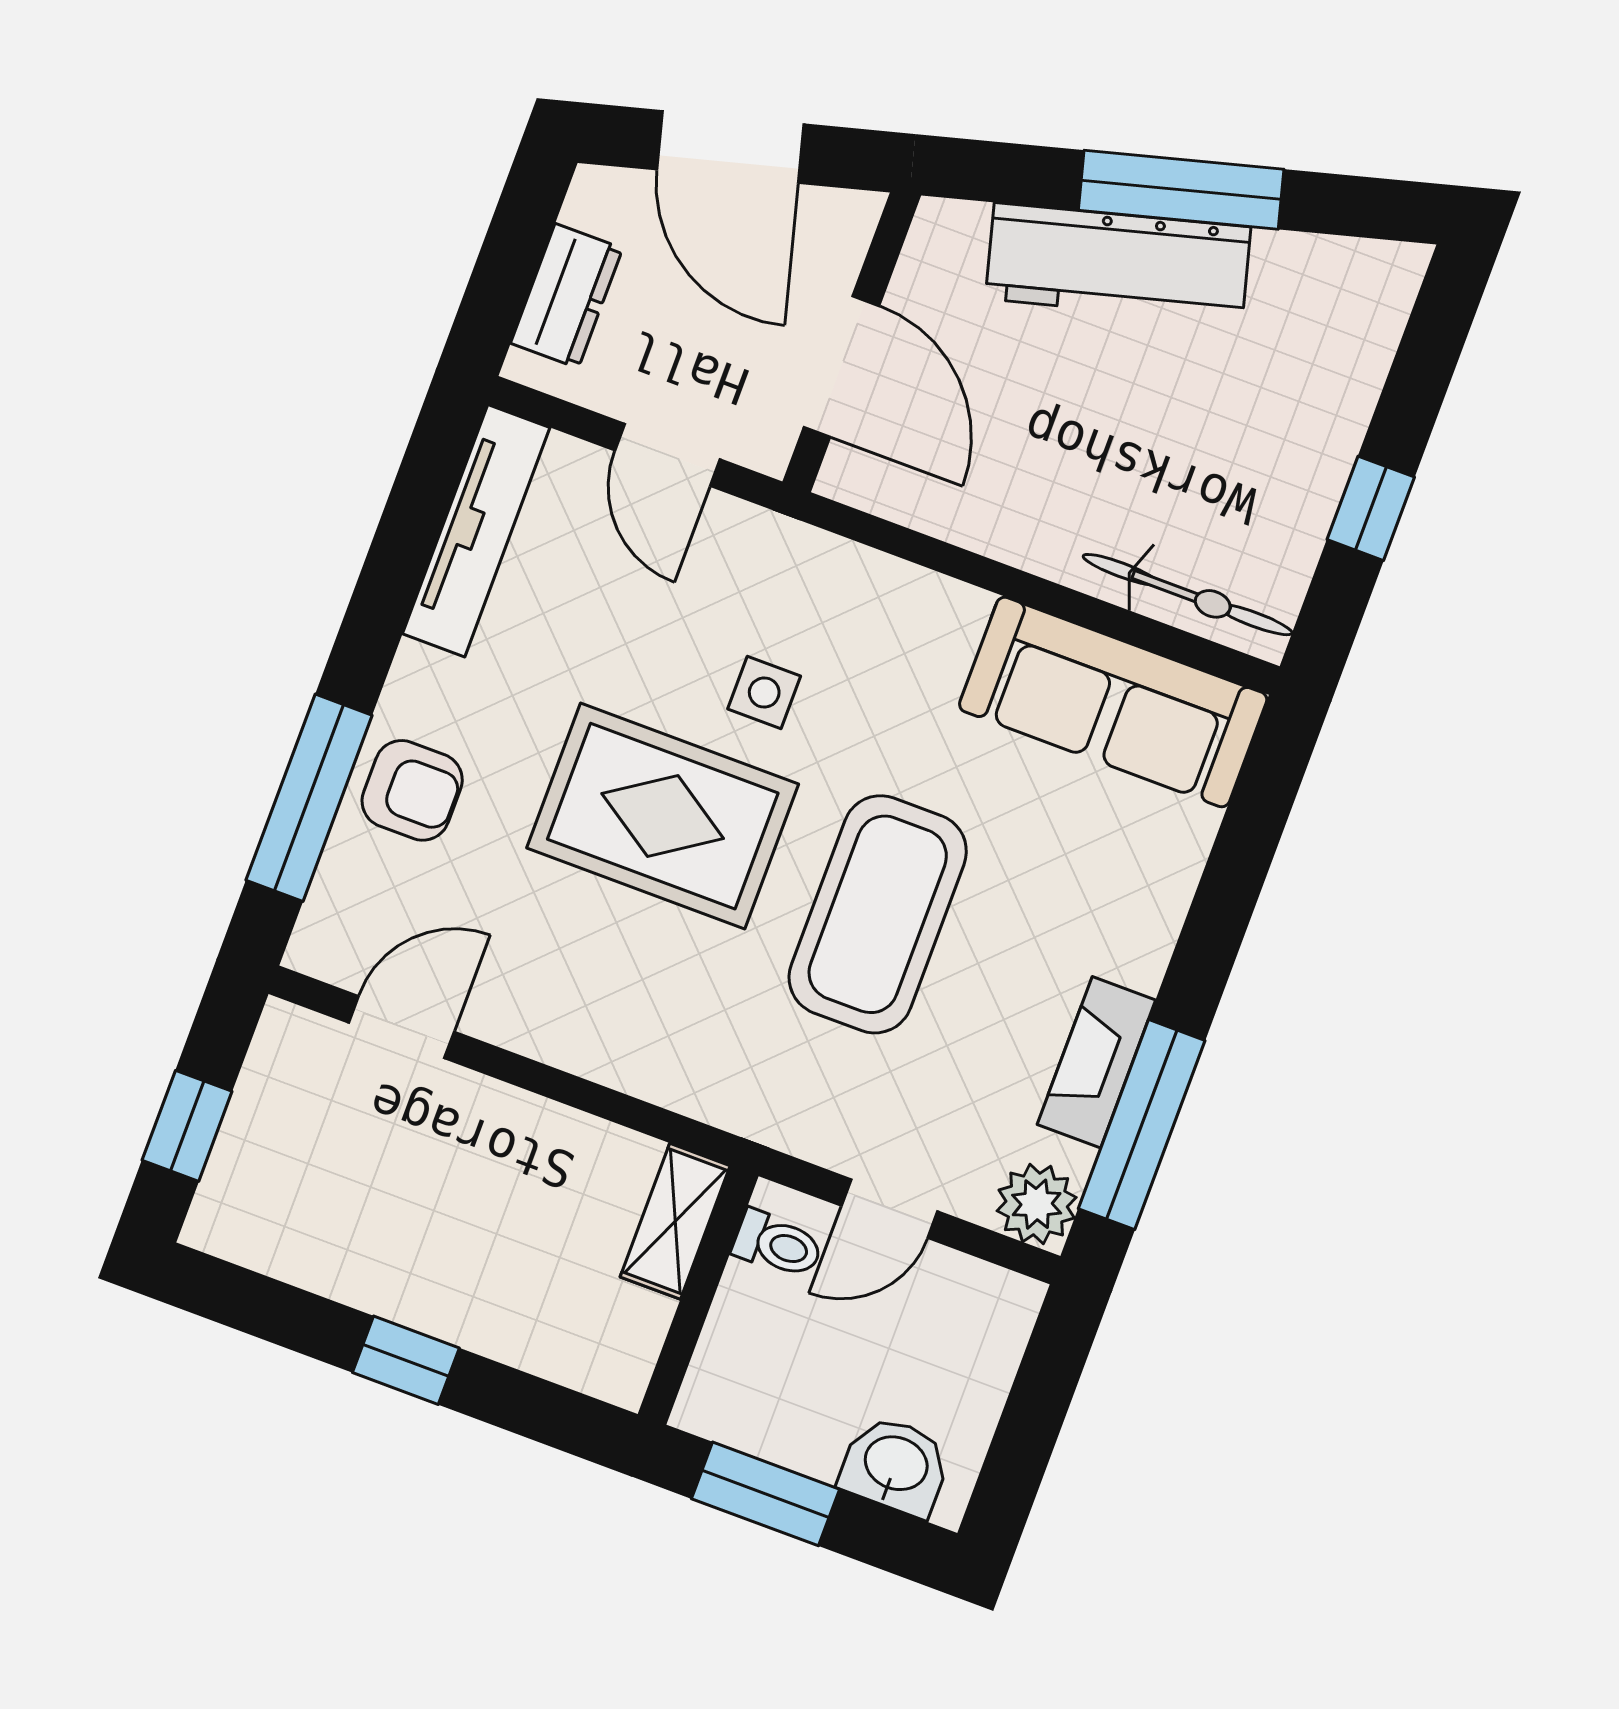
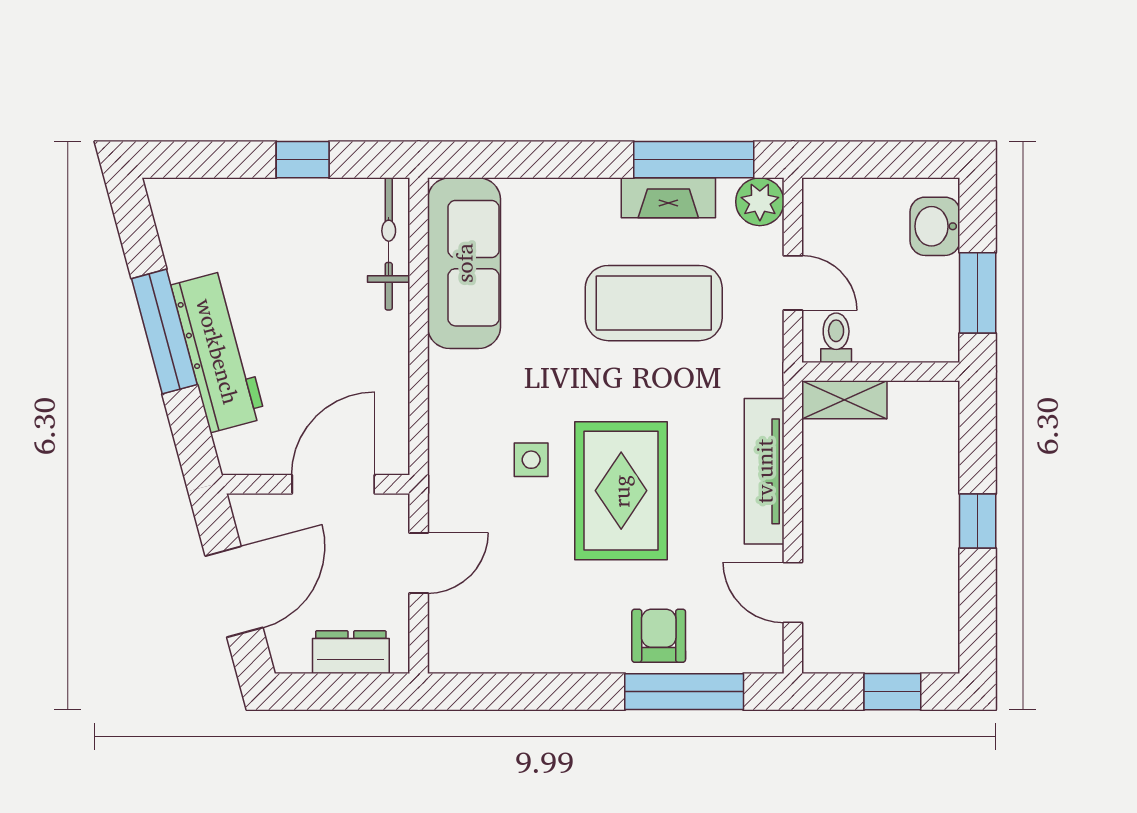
tv unit: (476, 531) -> (764, 471), moved, turned -90
coffee table: (878, 914) -> (654, 303), moved

